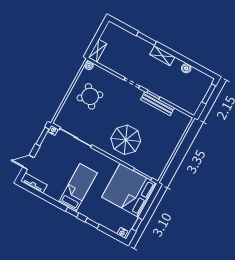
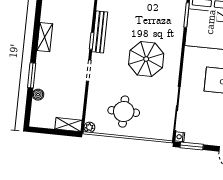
shelving: (162, 56) -> (45, 37), moved
boiler: (186, 68) -> (38, 95), moved
round table: (90, 96) -> (124, 112), turned 38
parasol: (126, 140) -> (146, 59), moved

